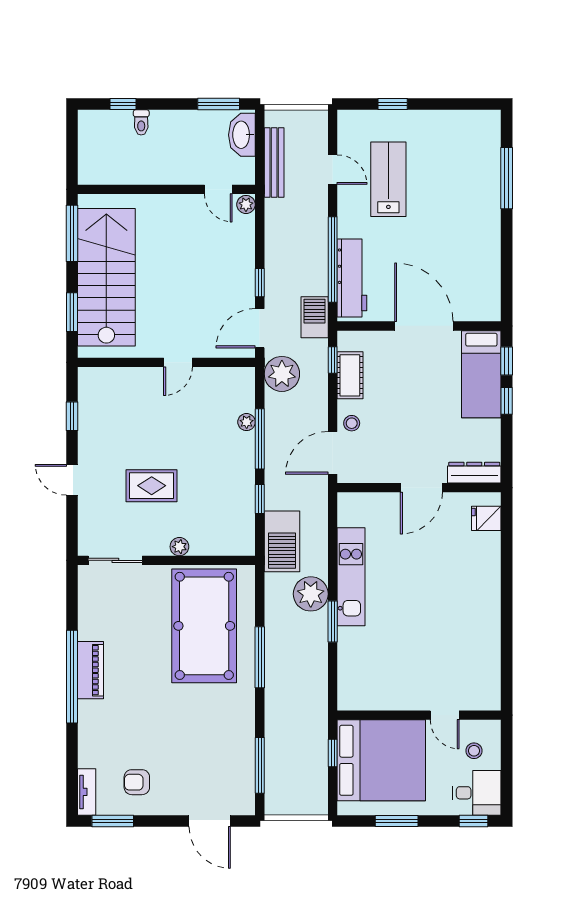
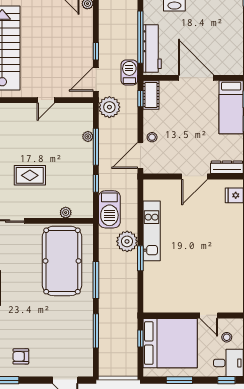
cot: (350, 375) -> (151, 95), moved
plant: (179, 547) -> (66, 213), moved
window: (260, 765) -> (96, 331), moved

